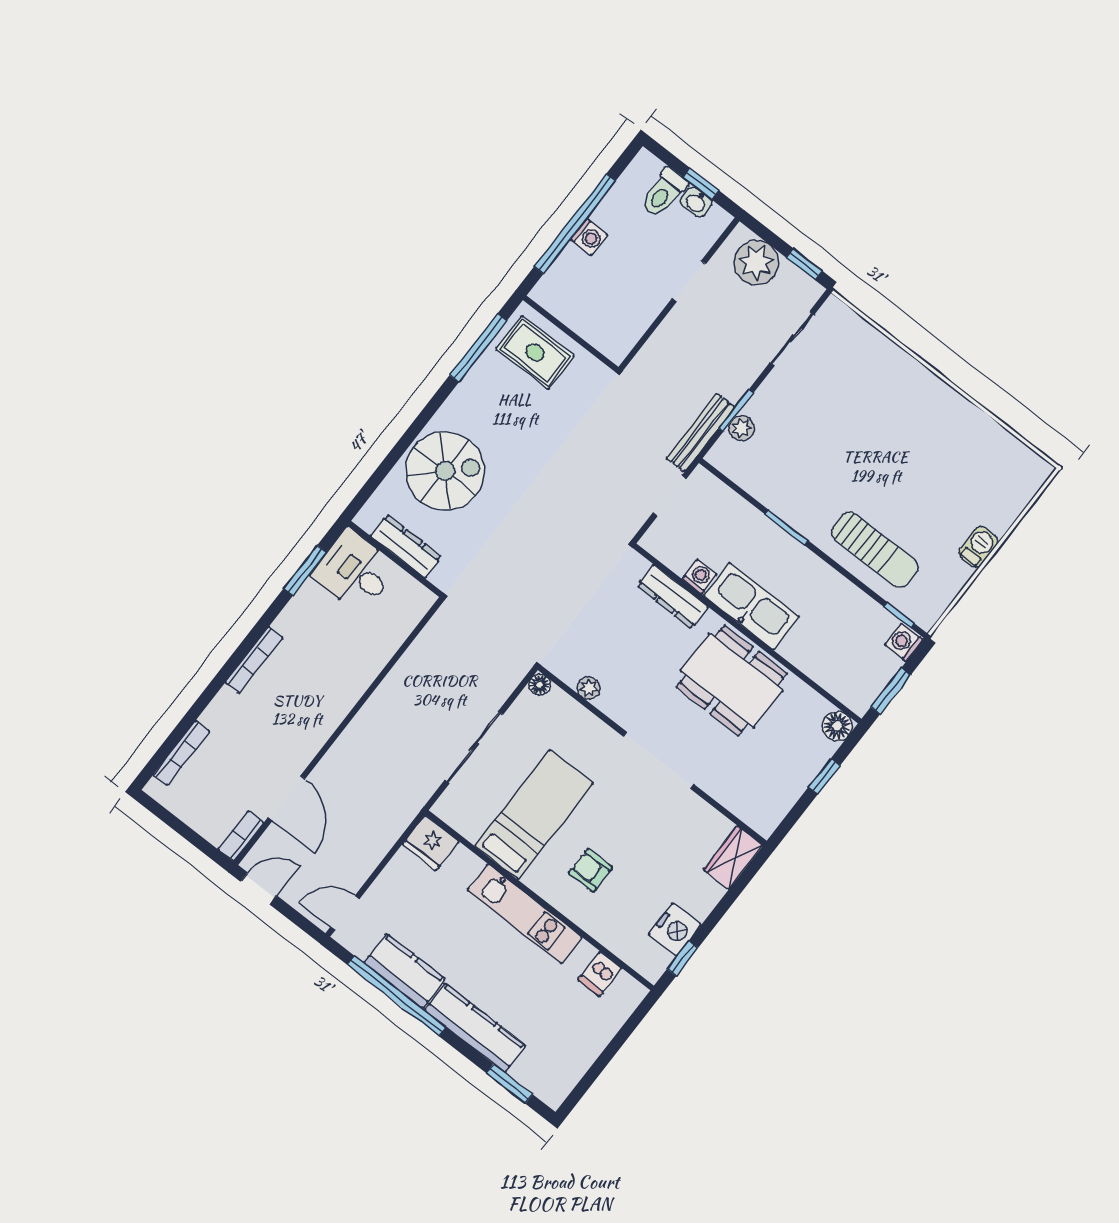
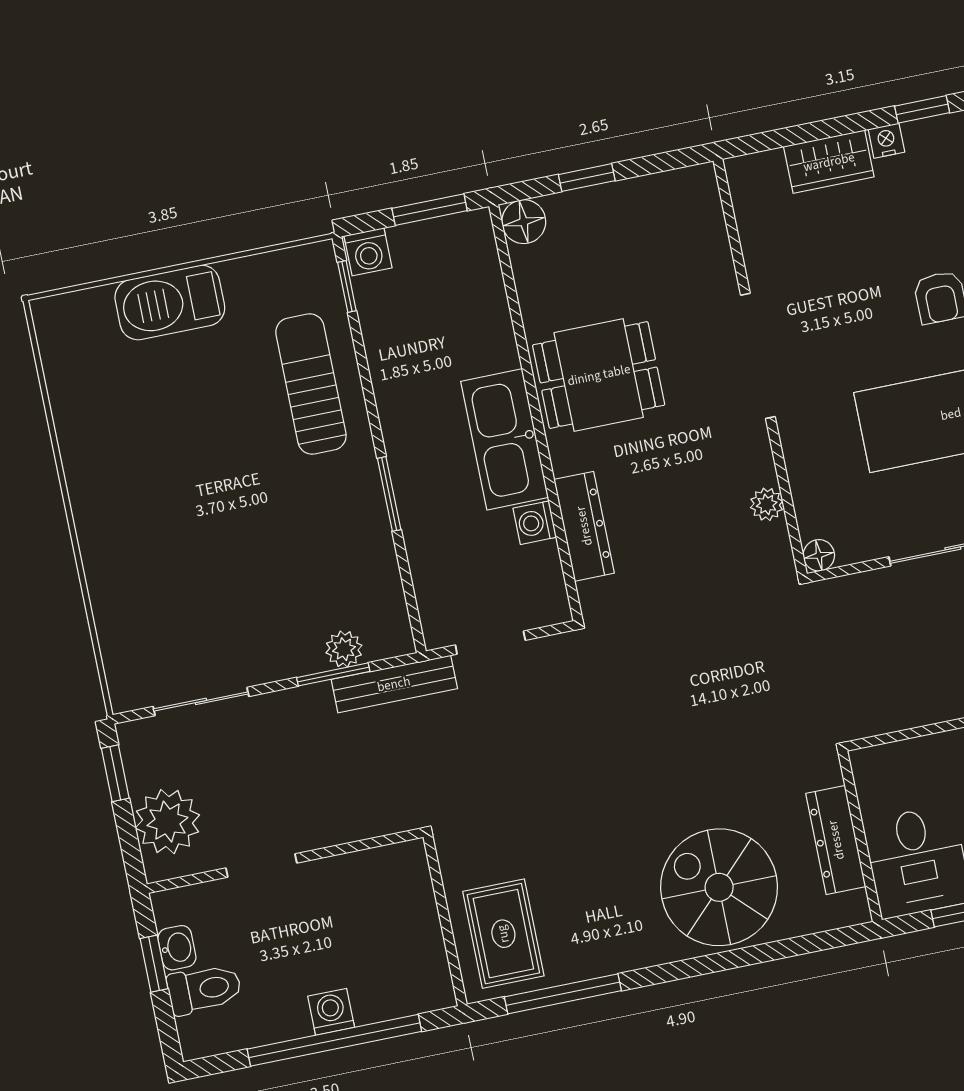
barbecue: (978, 547) -> (170, 303), width x1.88, depth x1.53
dining table: (732, 680) -> (599, 375), width x0.73
wardrobe: (733, 857) -> (829, 162), moved
nightstand: (675, 929) -> (886, 141), width x0.53, depth x0.56

